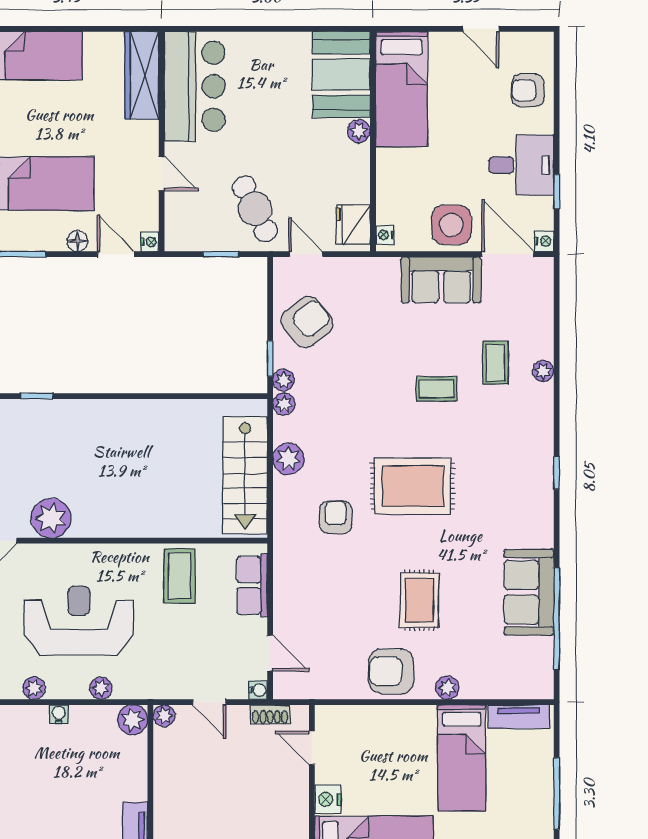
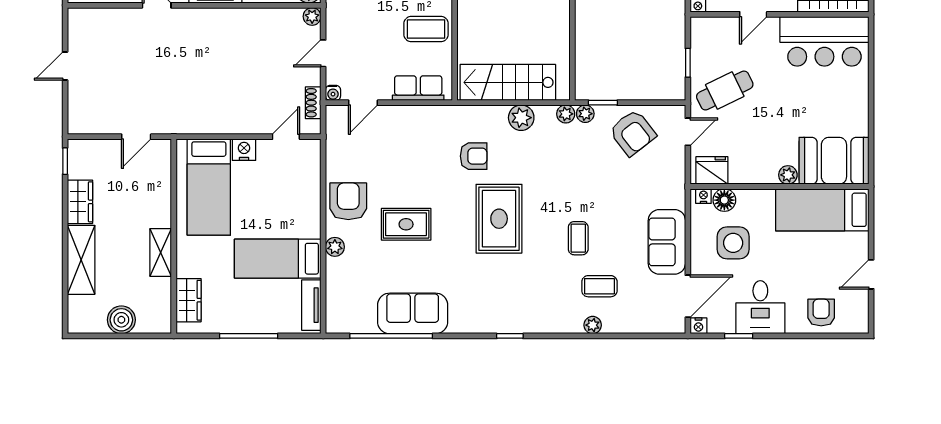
floor lamp: (390, 209) -> (724, 200), added
side table: (451, 225) -> (733, 243), moved

